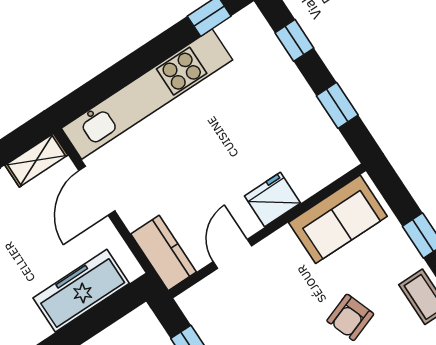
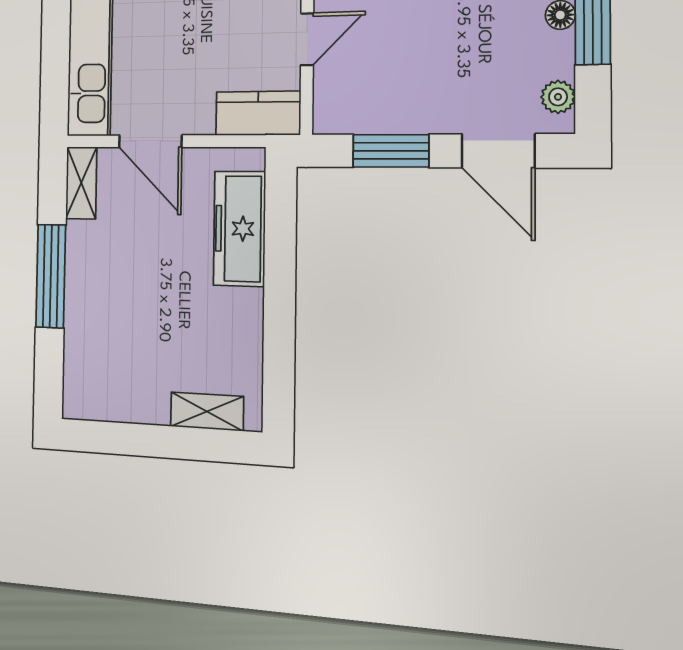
door: (232, 254) -> (307, 39), swing flipped

